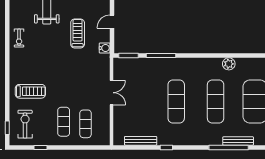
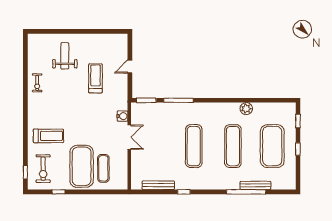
water cooler: (105, 48) -> (122, 116), moved
exercise mat: (64, 122) -> (82, 166), width x2.00, depth x1.45
exercise bike: (25, 124) -> (43, 169), turned 180

